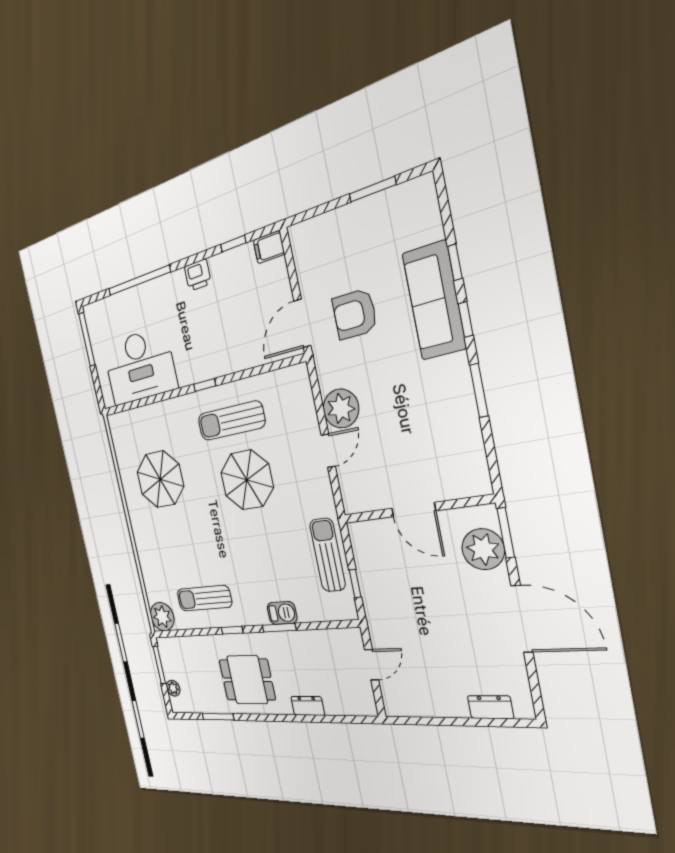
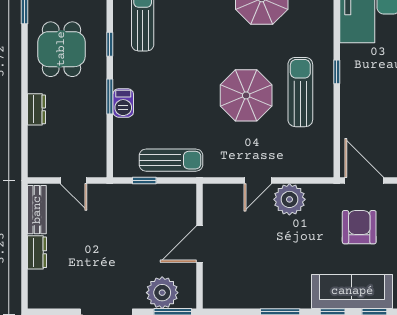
door: (328, 451) -> (258, 181), hinge flipped
bench: (412, 707) -> (37, 210), added
dresser: (490, 707) -> (37, 252), moved

